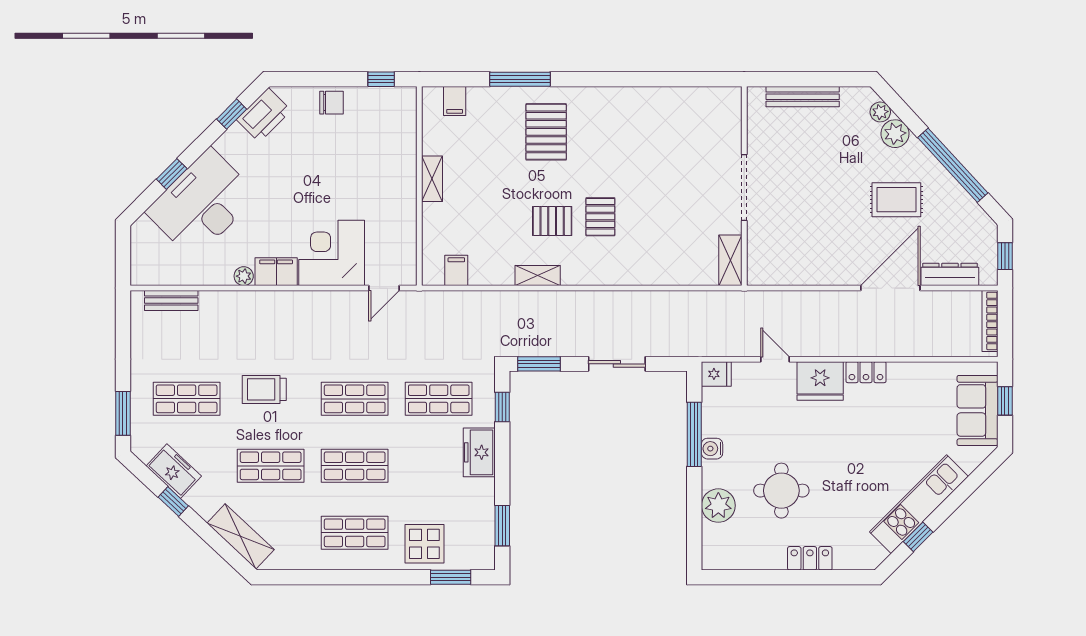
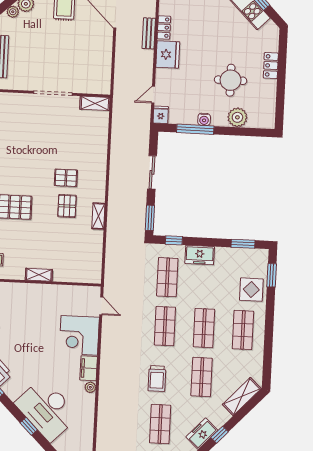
filing cabinet: (456, 270) -> (93, 263), removed
bench: (171, 301) -> (149, 33), moved
door: (775, 359) -> (153, 95), moved

